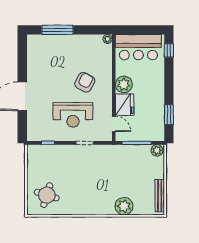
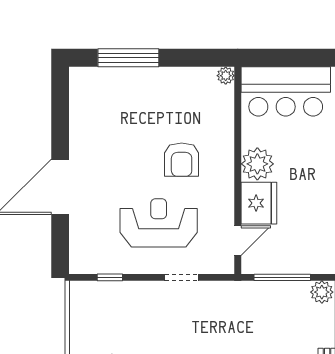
armchair: (85, 82) -> (182, 160), turned 151
reception desk: (73, 115) -> (159, 223), turned 180
door: (114, 124) -> (238, 241), hinge flipped

